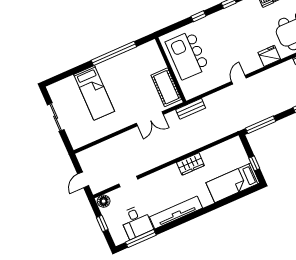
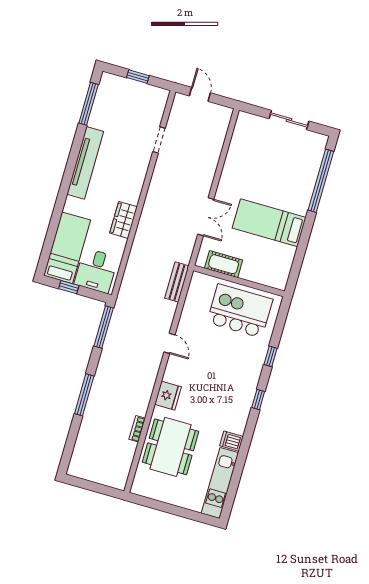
window: (114, 53) -> (321, 181), moved
cot: (166, 87) -> (224, 264), width x0.73, depth x0.75
bed: (94, 93) -> (269, 223), moved
bench: (191, 109) -> (177, 282), moved
double door: (150, 119) -> (206, 217), swing flipped
floor lamp: (104, 201) -> (160, 97), removed
desk: (136, 222) -> (96, 271), moved, turned -90

